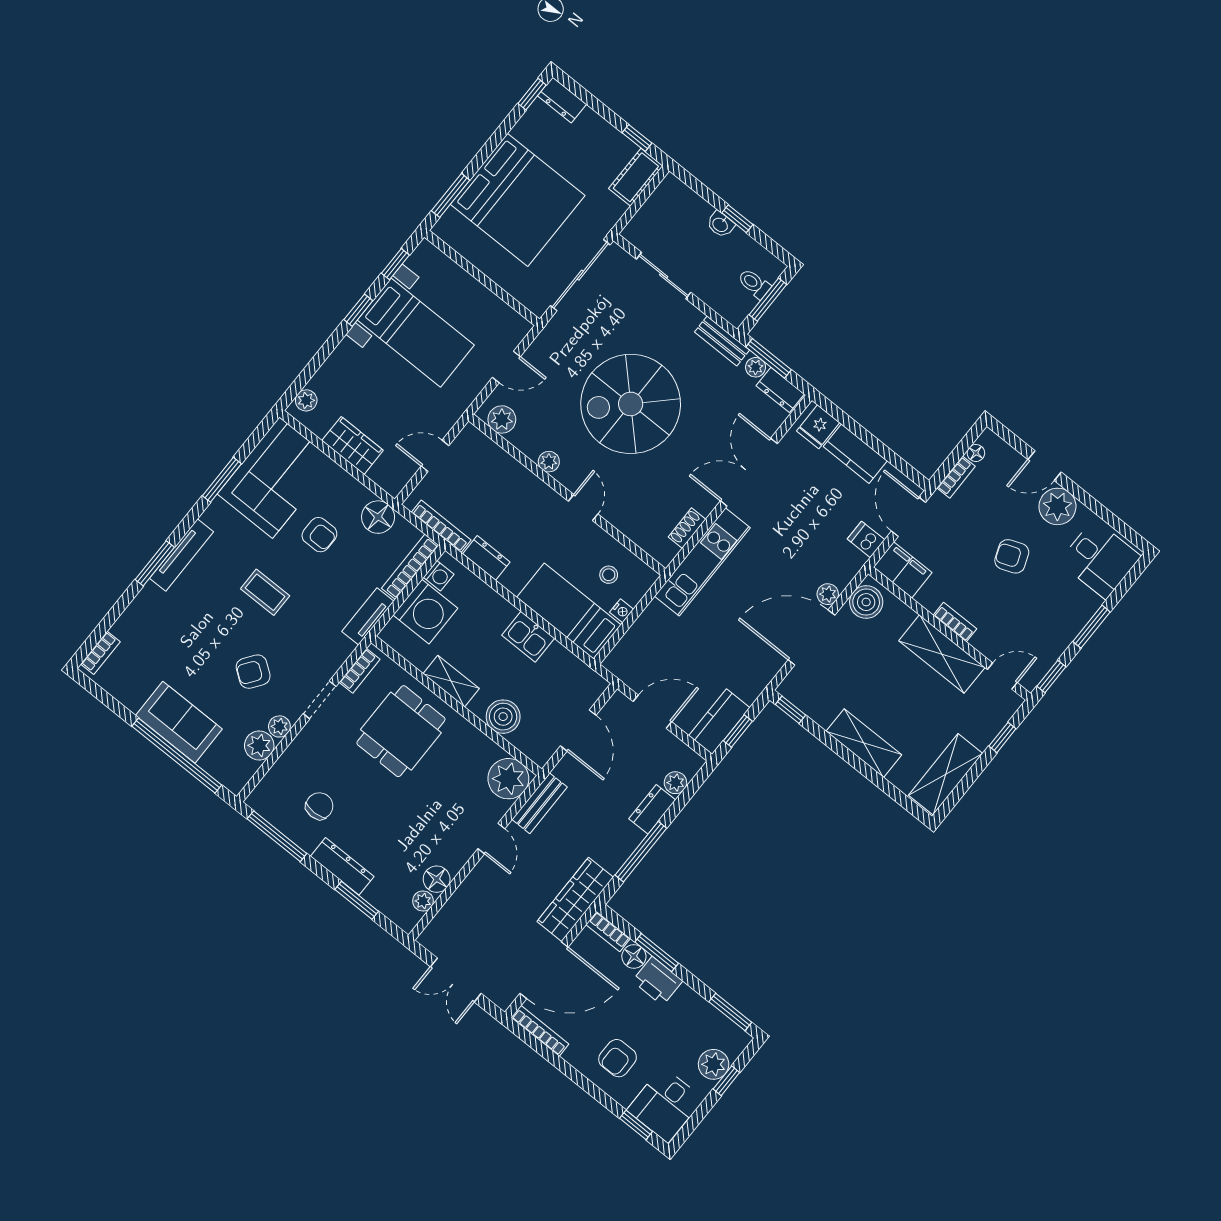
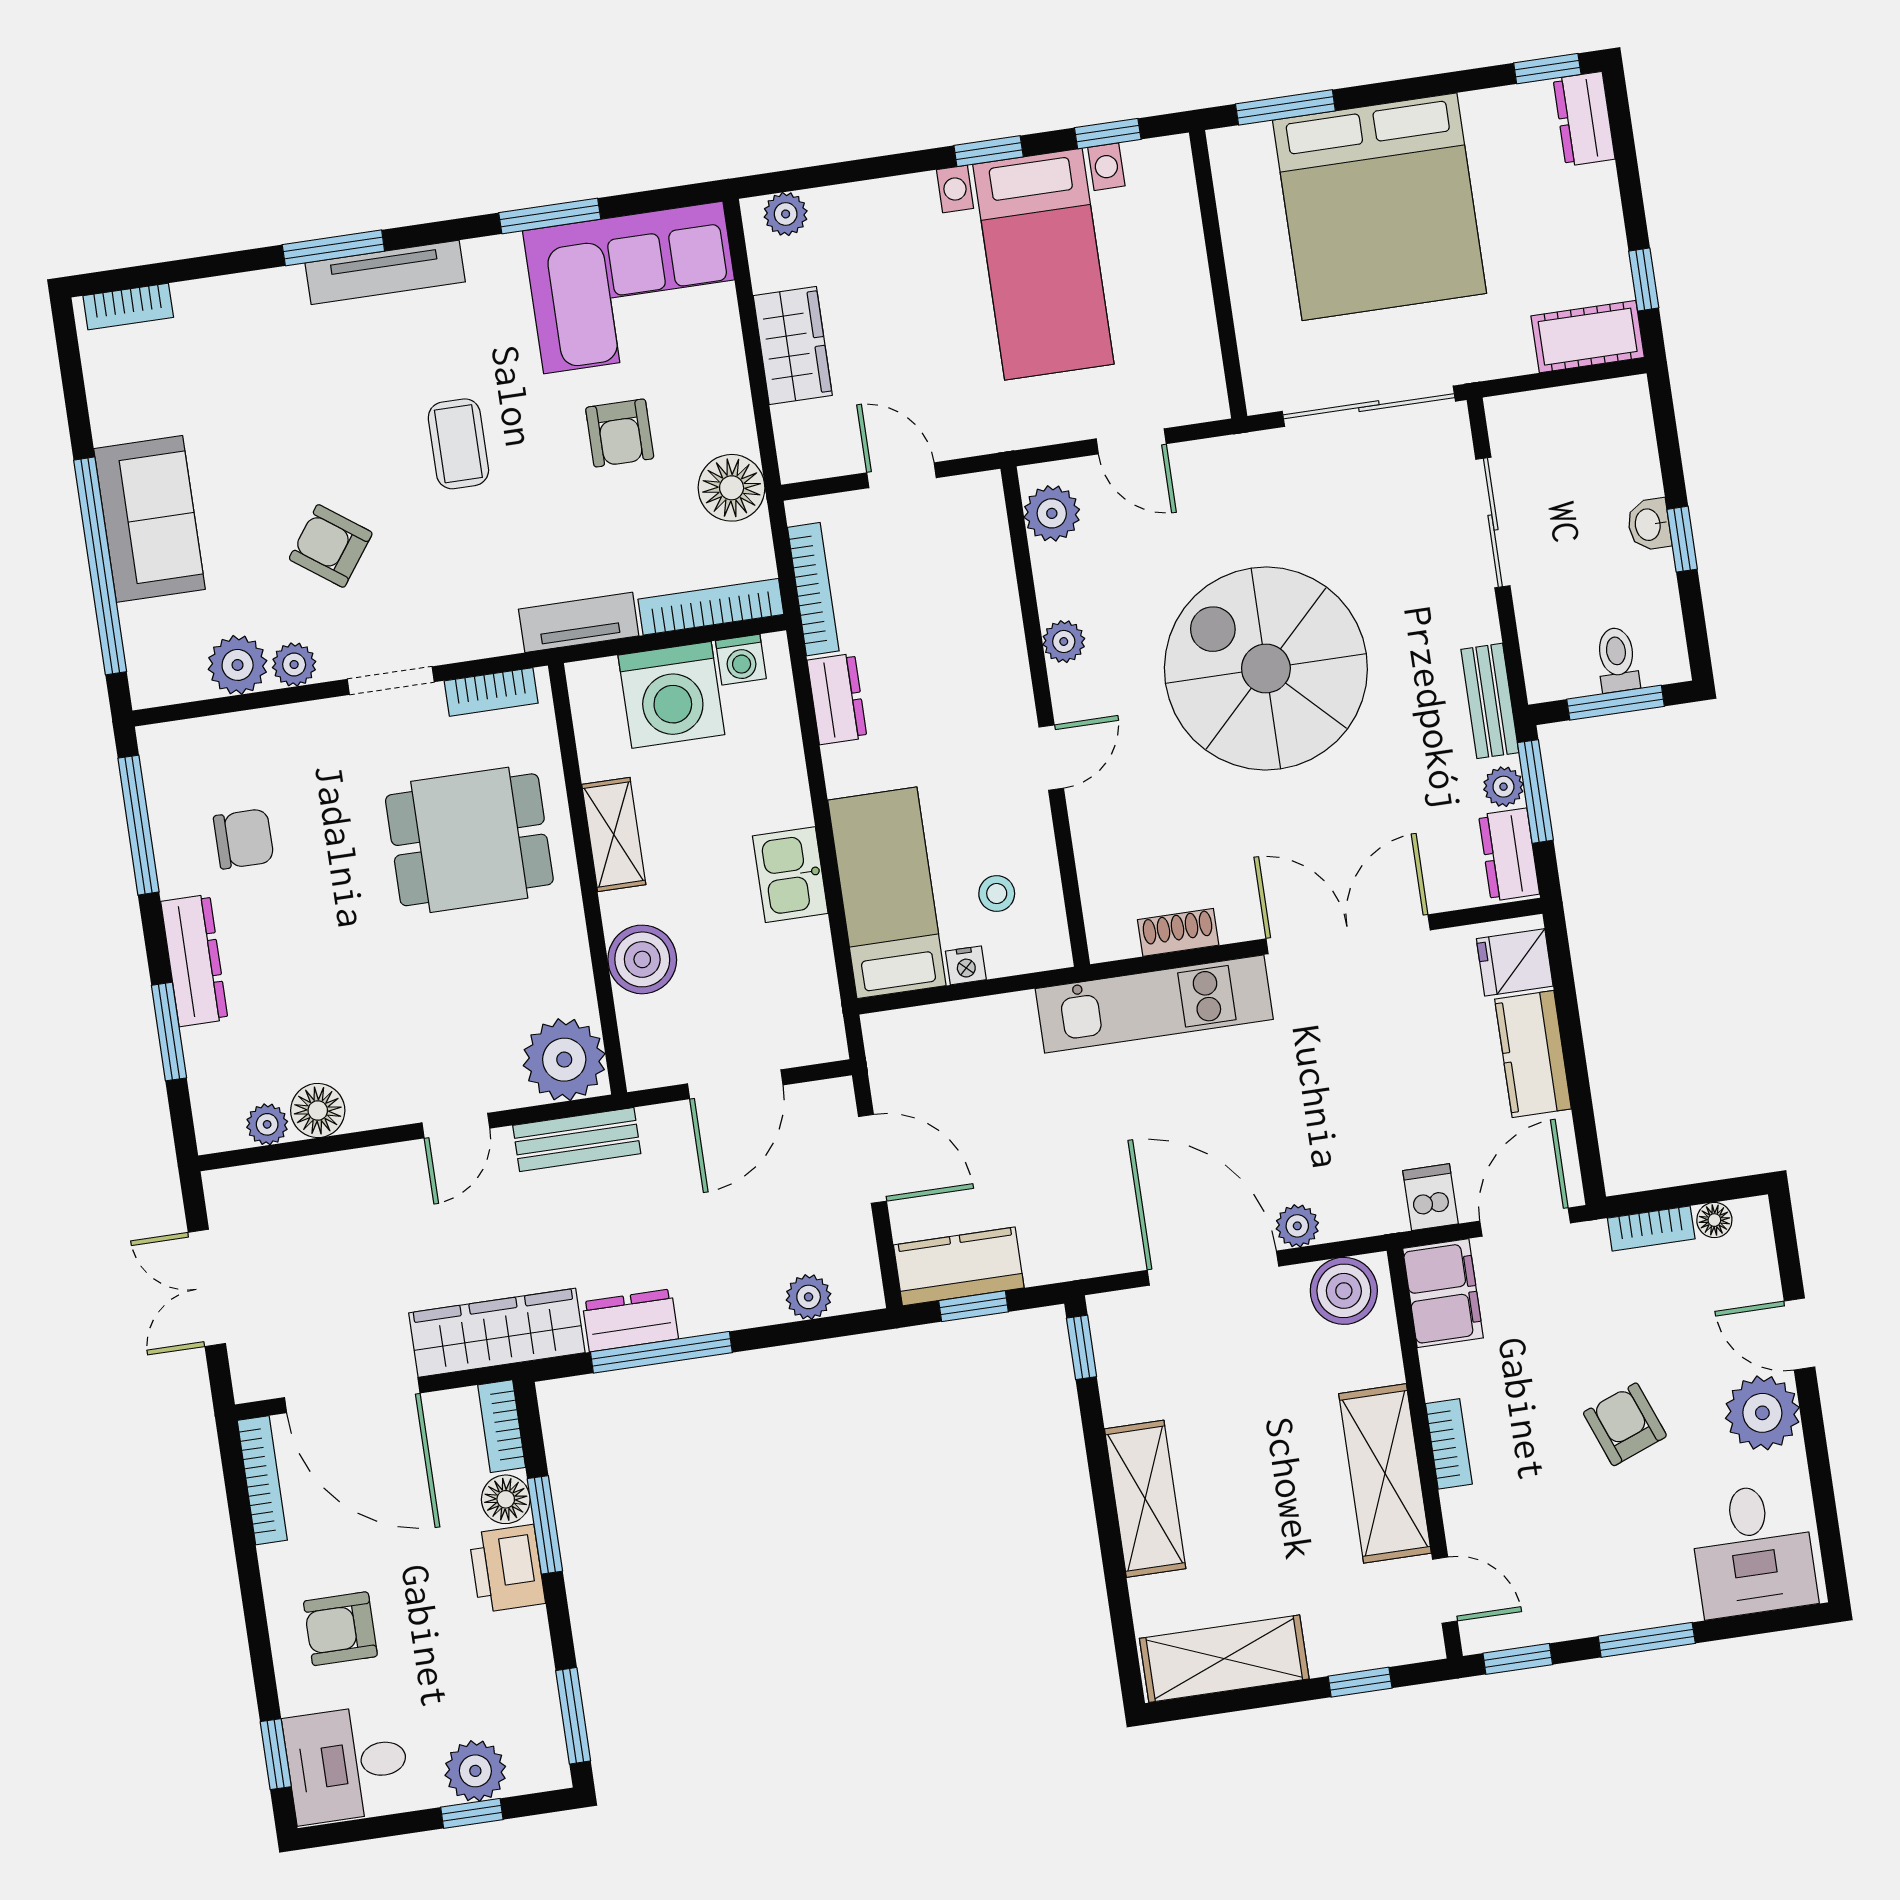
dresser: (652, 809) -> (630, 1320), moved

